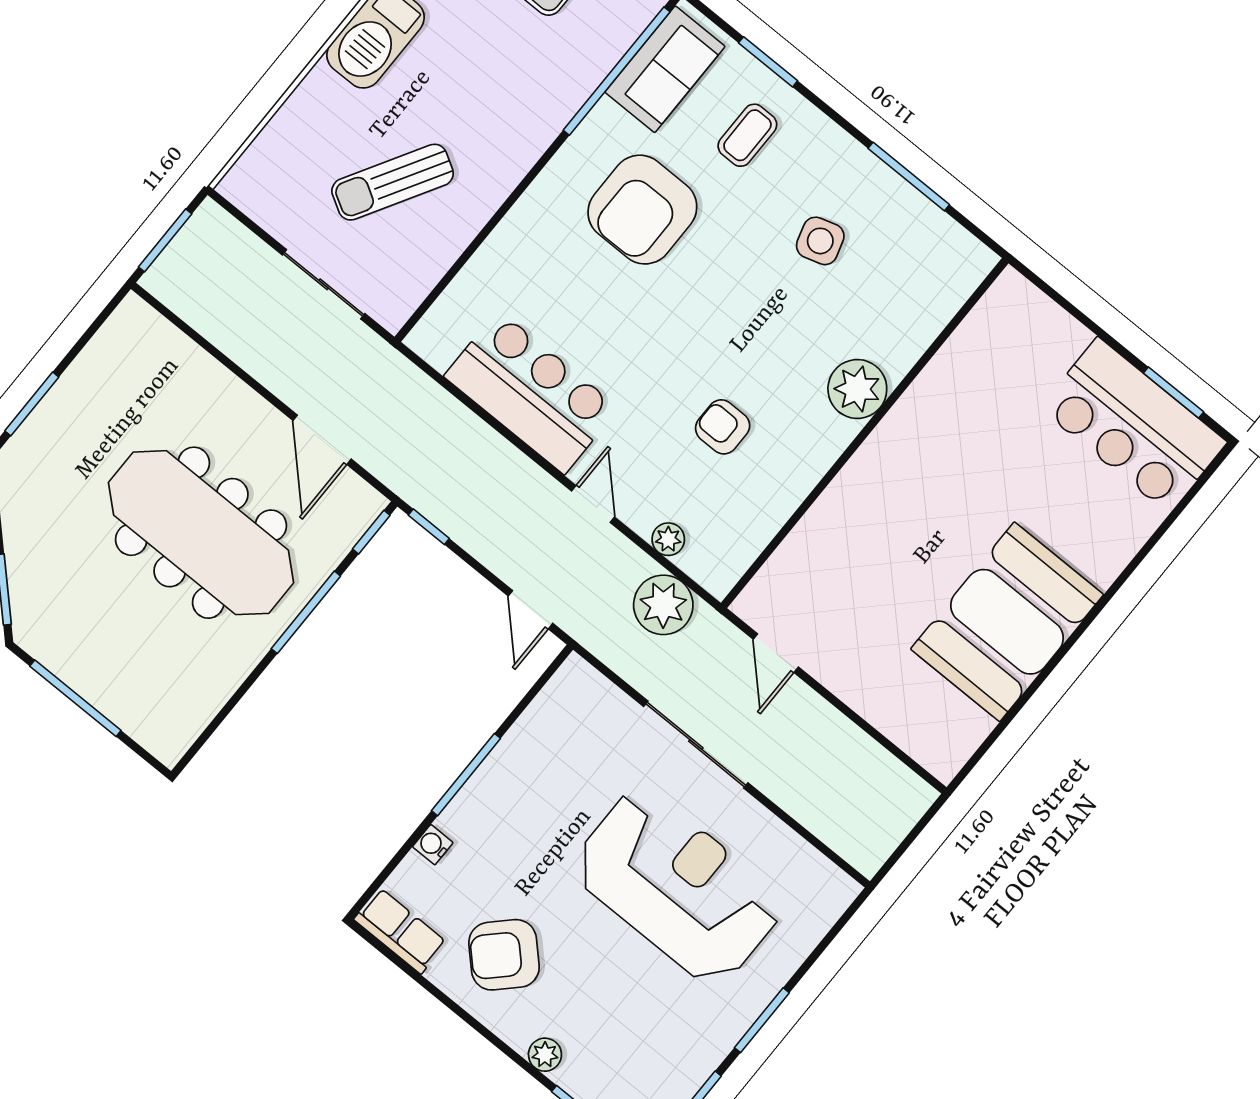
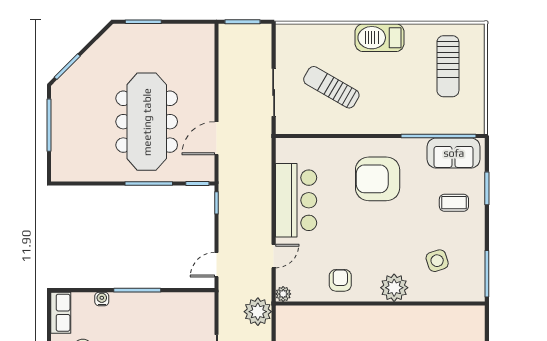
armchair: (642, 210) -> (378, 179), moved
plant: (857, 389) -> (394, 288), moved
wall: (865, 433) -> (380, 303), moved

